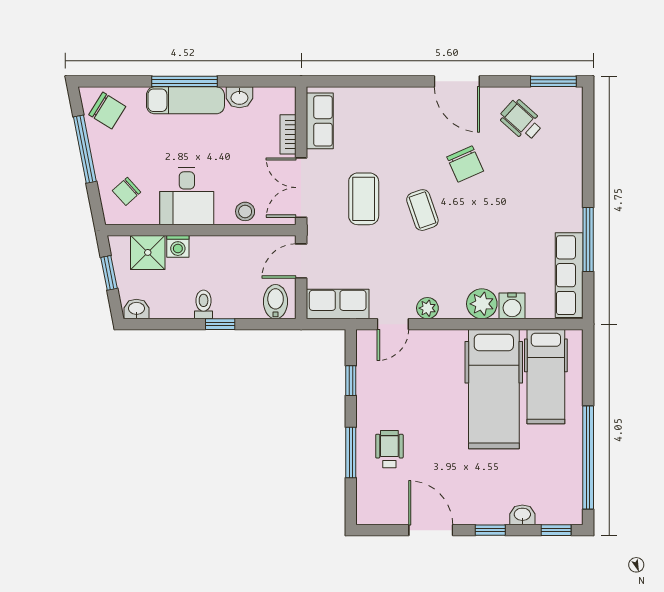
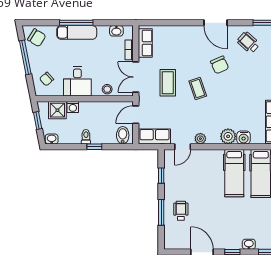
washbasin: (239, 97) -> (116, 31), moved
hospital bed: (494, 389) -> (234, 173), width x0.73, depth x0.78

